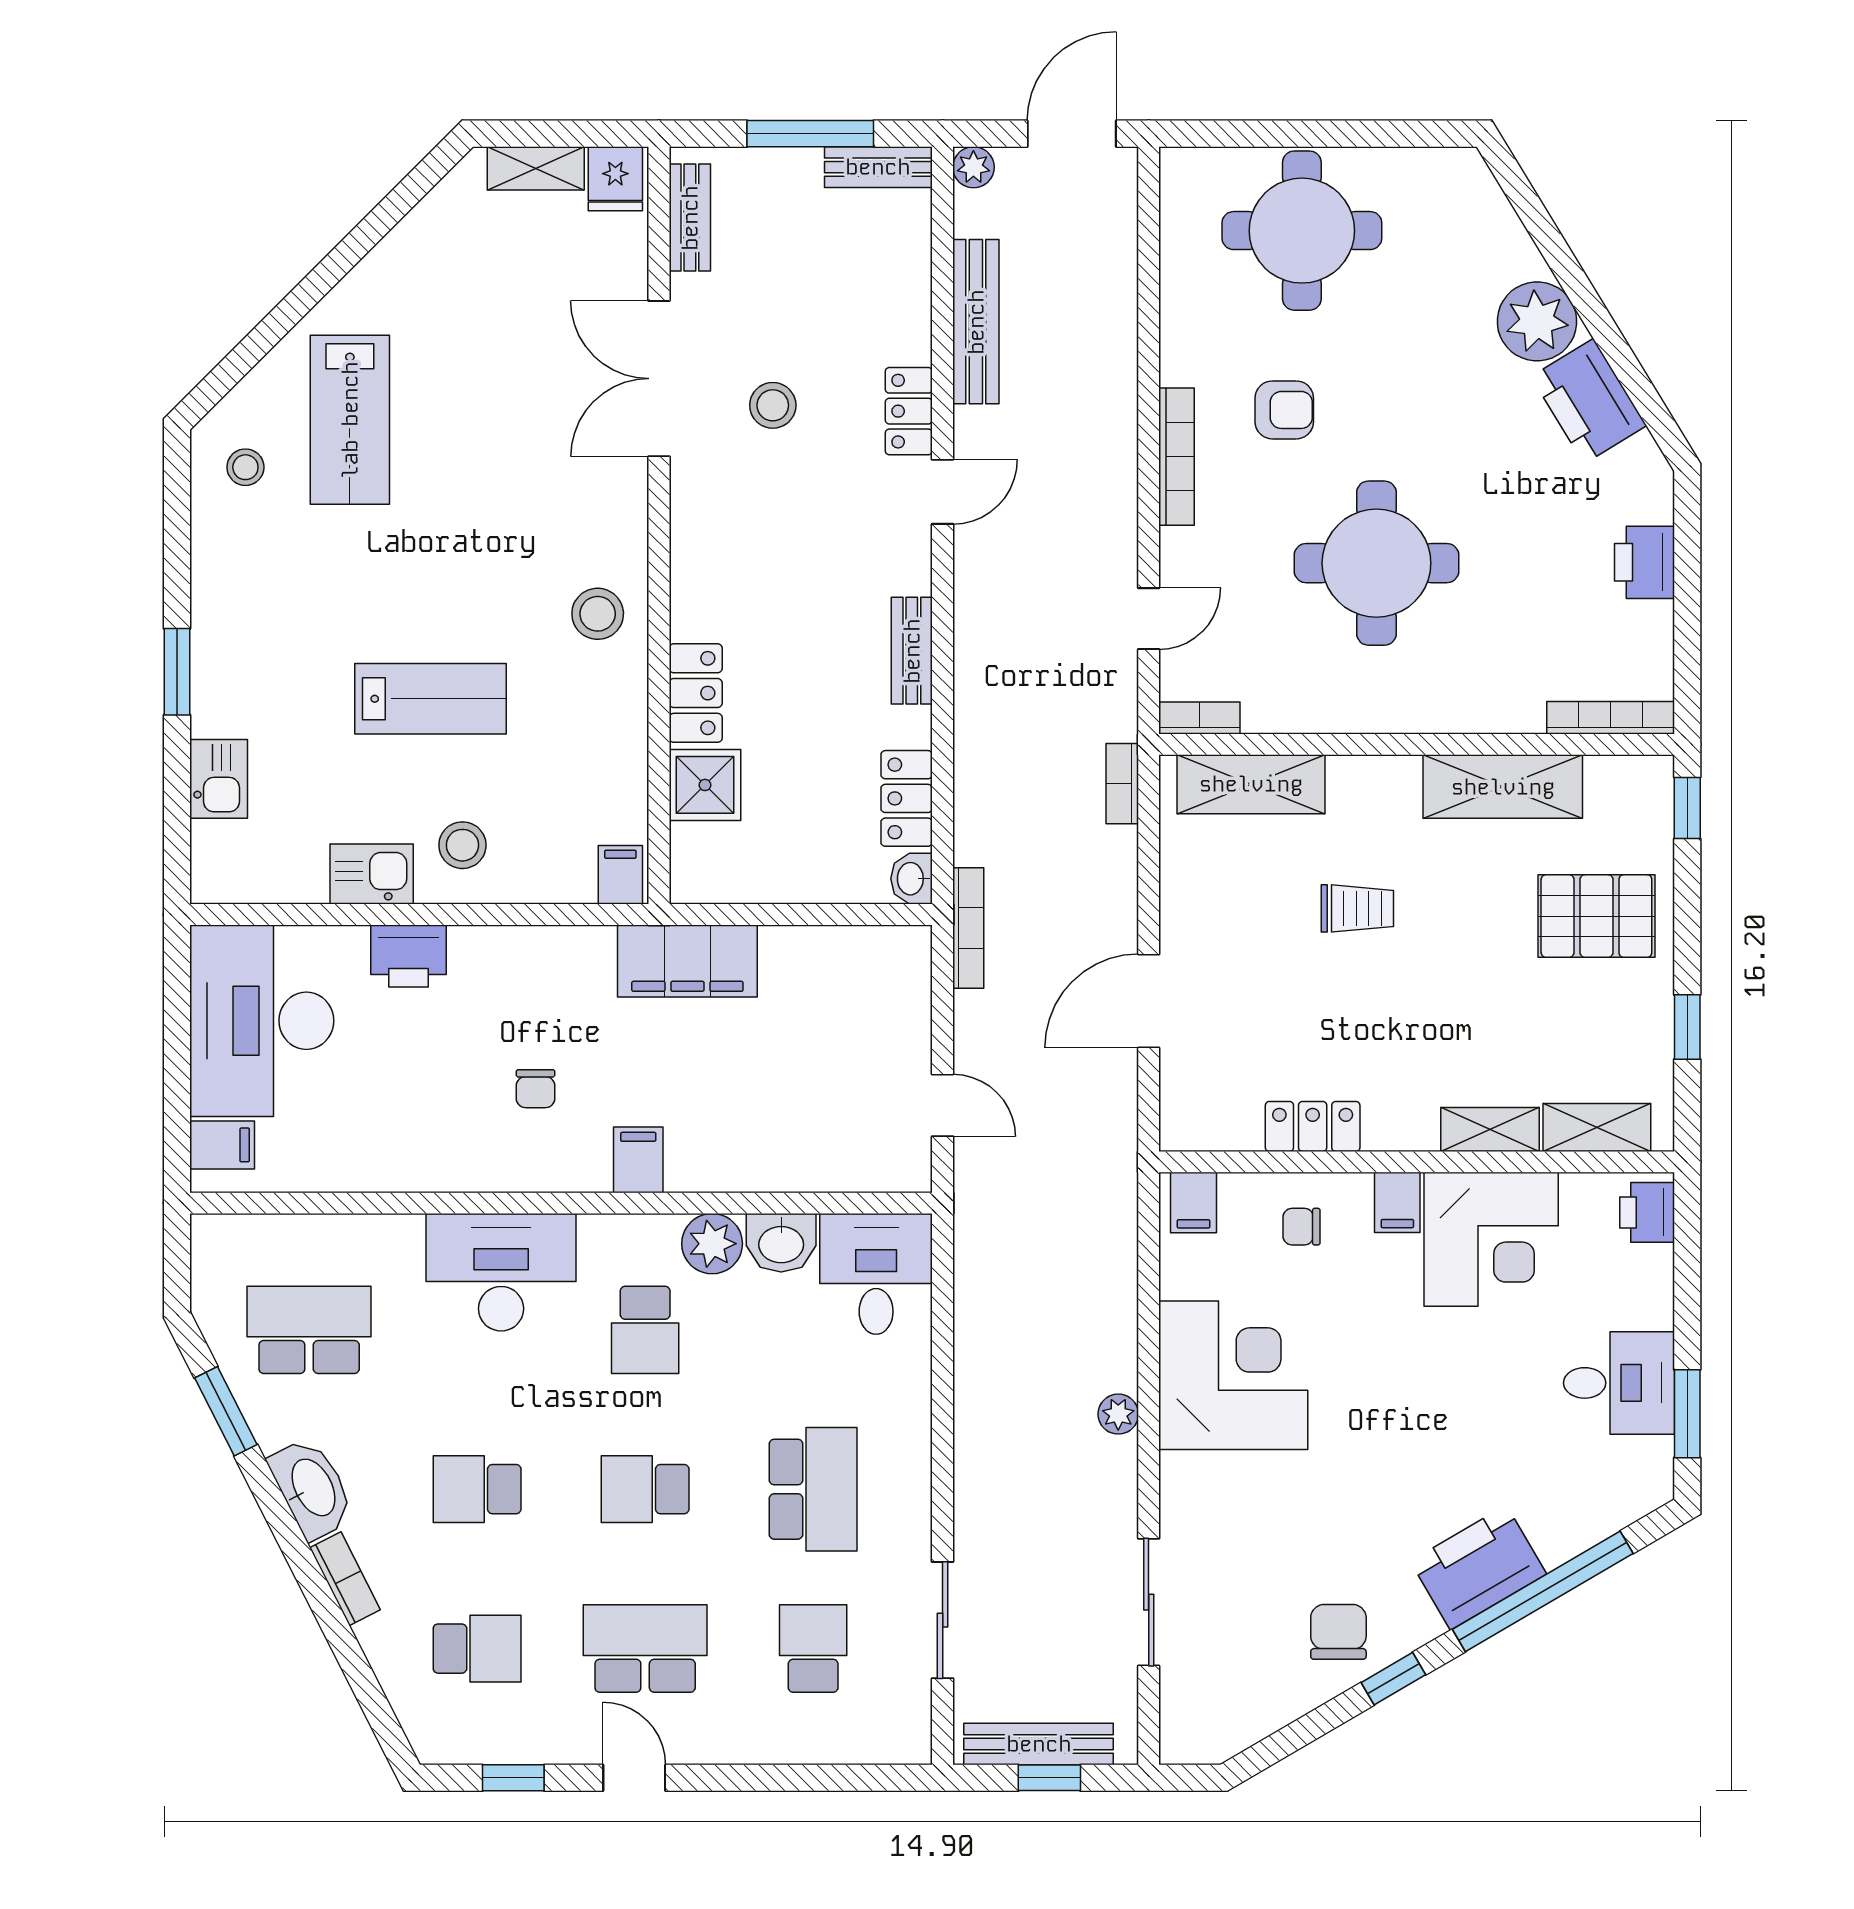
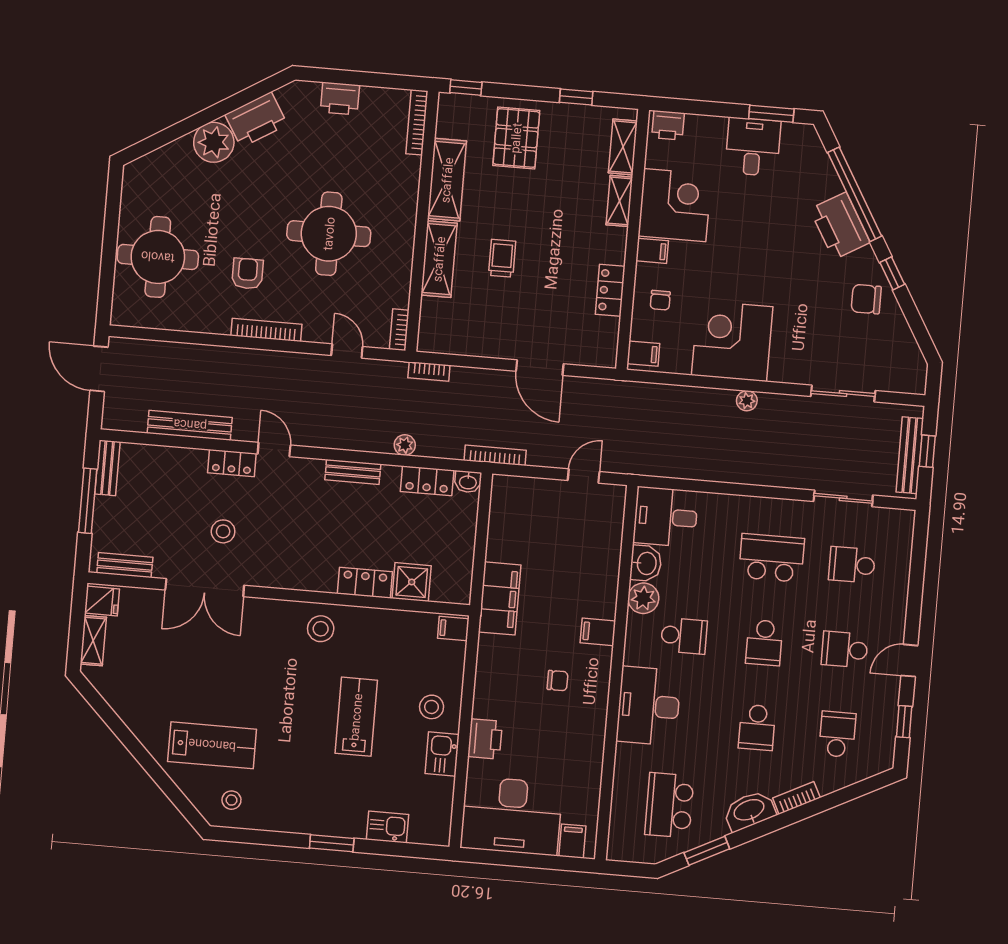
plant: (973, 167) -> (405, 445), moved
shelving: (1251, 784) -> (439, 259), moved
school desk: (645, 1649) -> (845, 650), width x0.54

